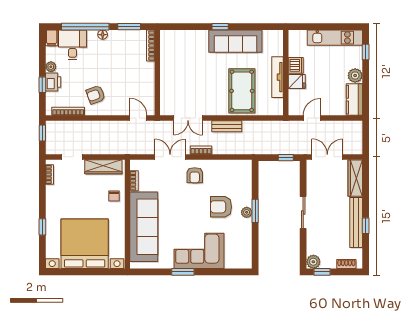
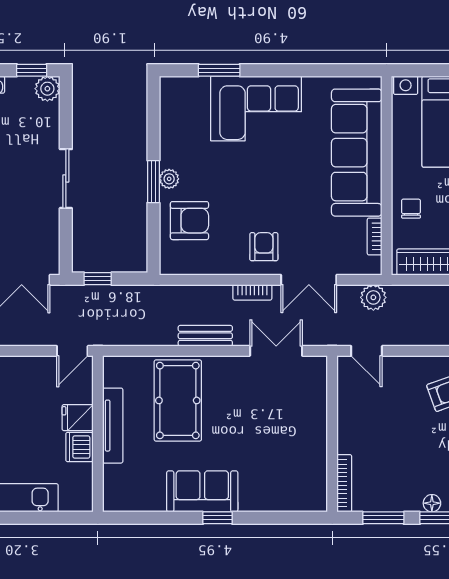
sofa: (235, 41) -> (202, 491), width x0.73
door: (312, 118) -> (72, 351), moved
plant: (135, 147) -> (373, 297), added
armchair: (221, 207) -> (189, 221), moved
window: (183, 272) -> (219, 70), moved

